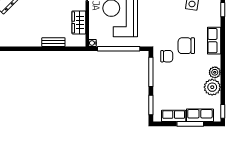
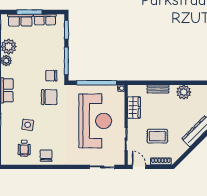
plant: (26, 39) -> (184, 92), added
chair: (186, 46) -> (49, 97), moved

